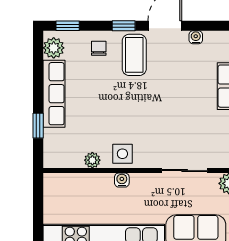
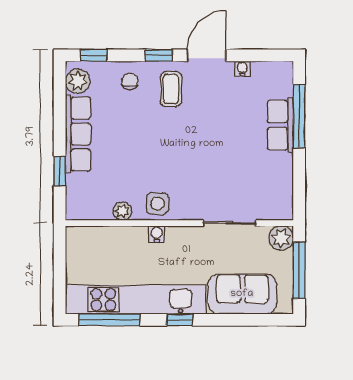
coffee table: (134, 55) -> (171, 89), width x0.73, depth x0.77

